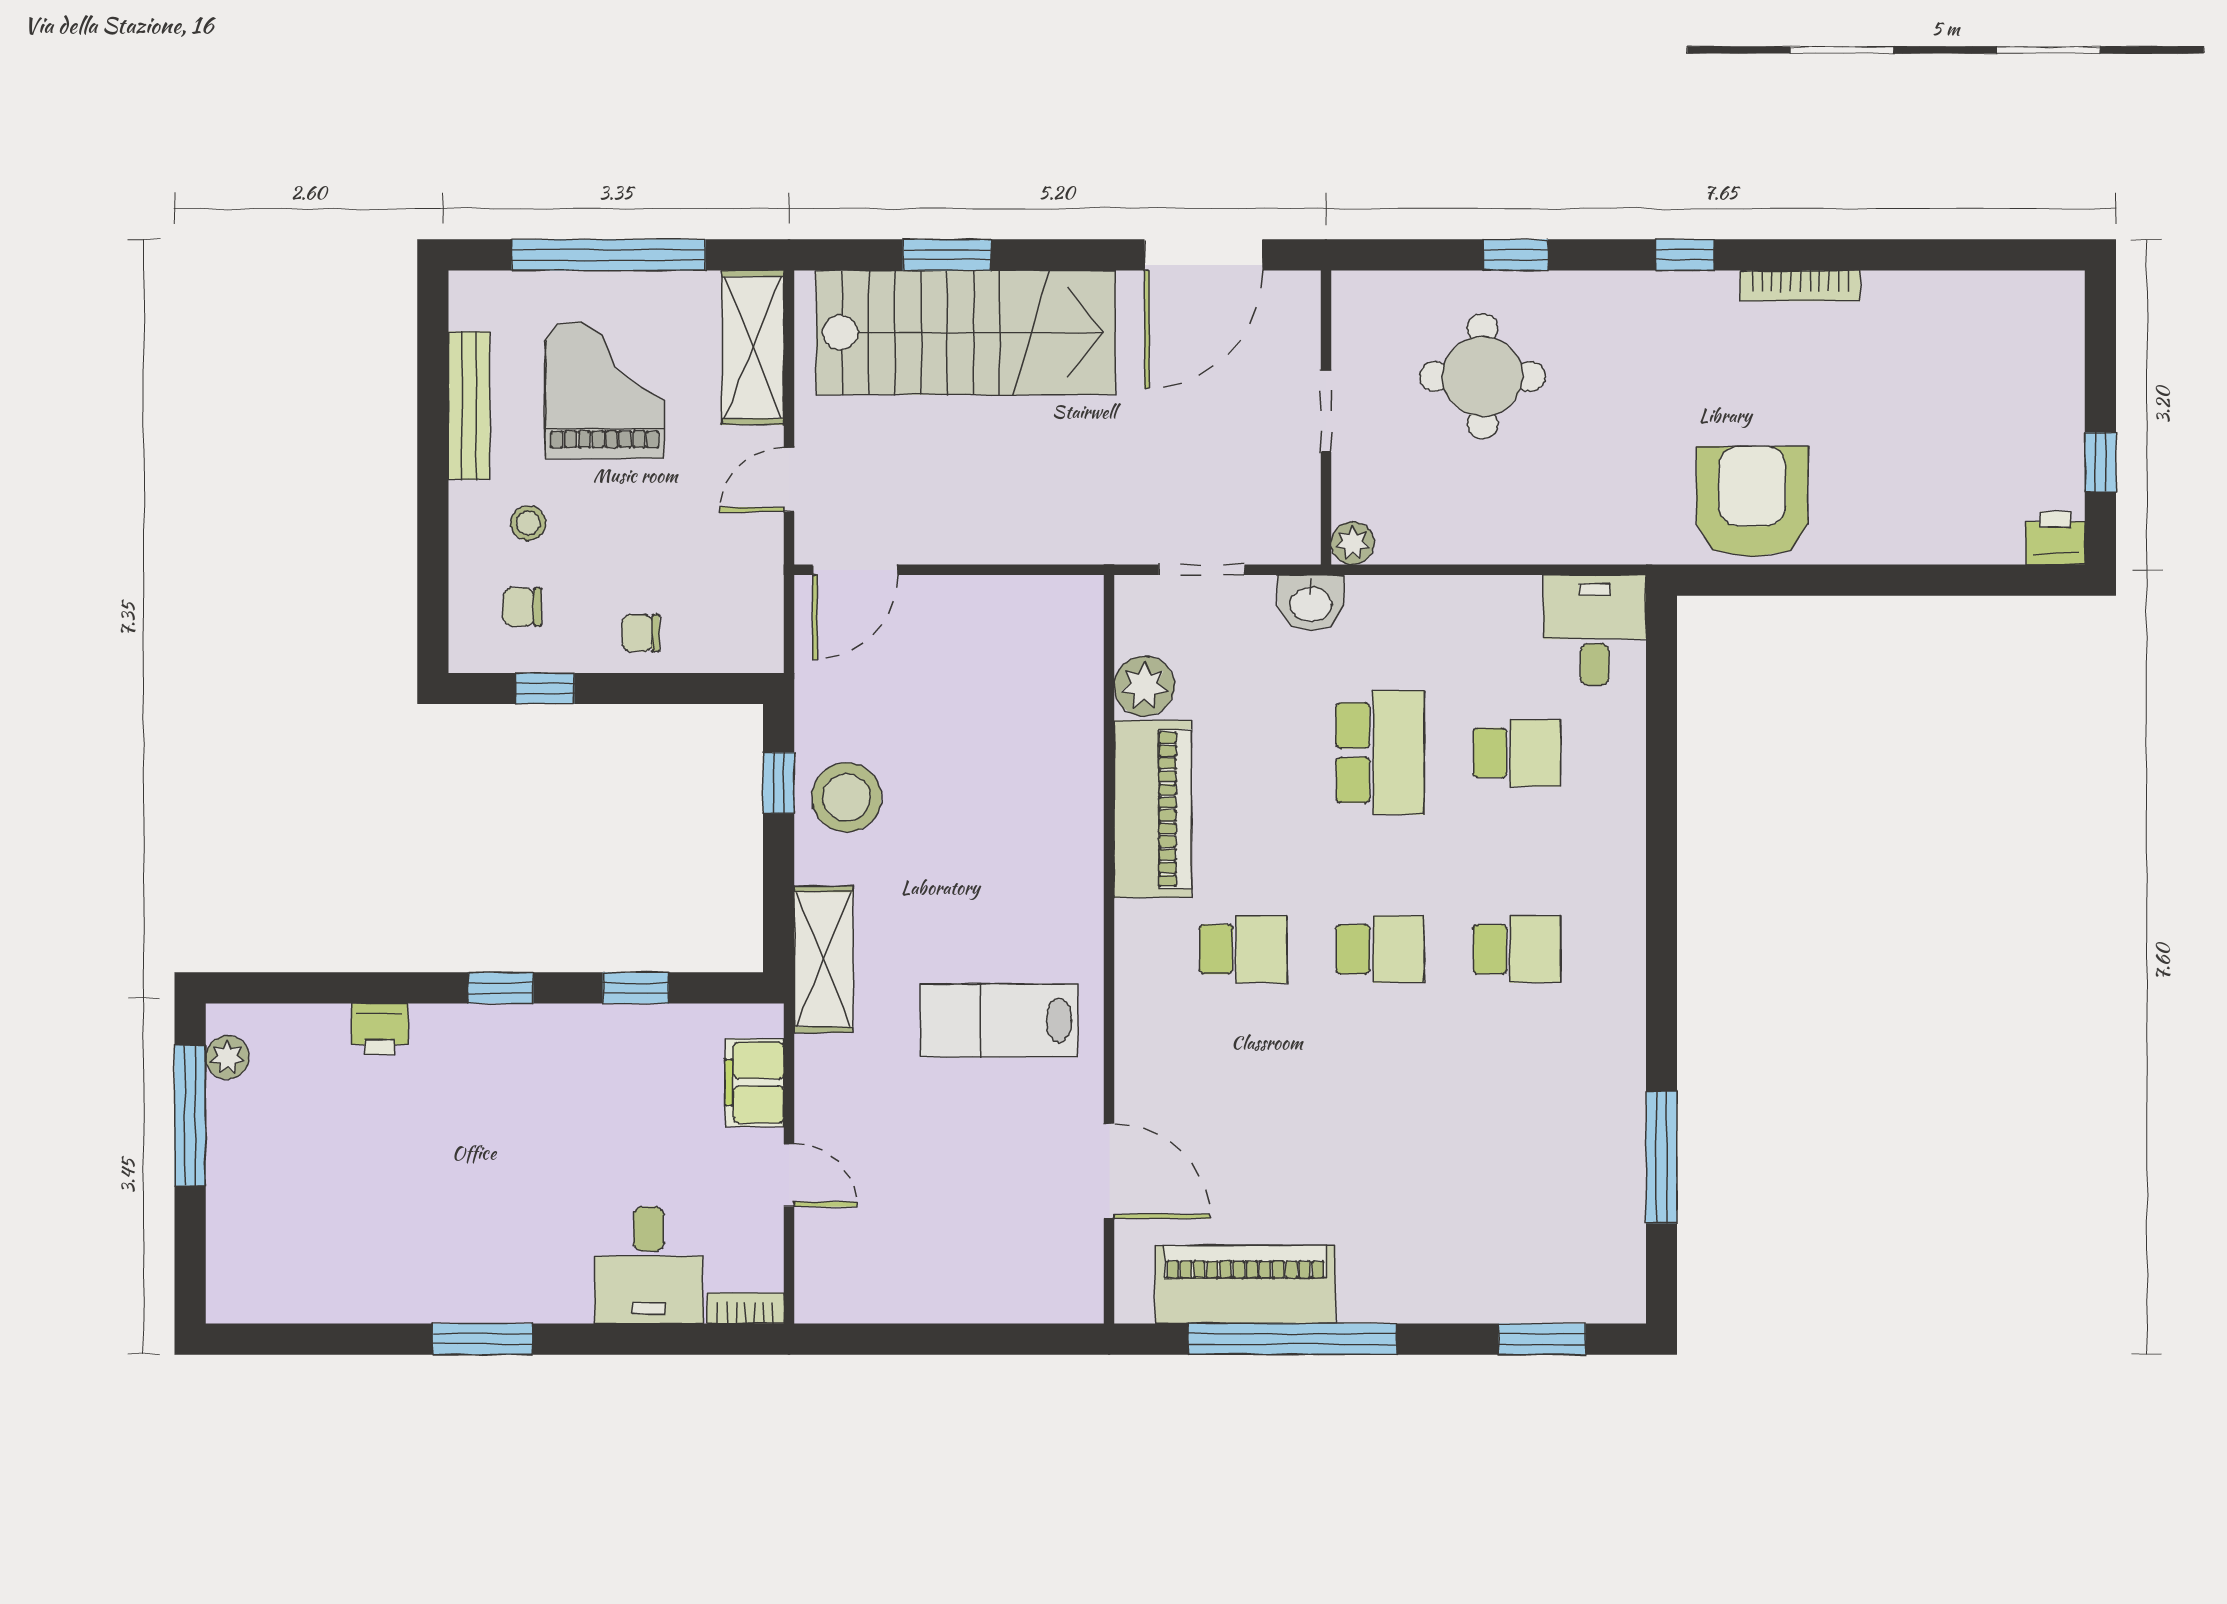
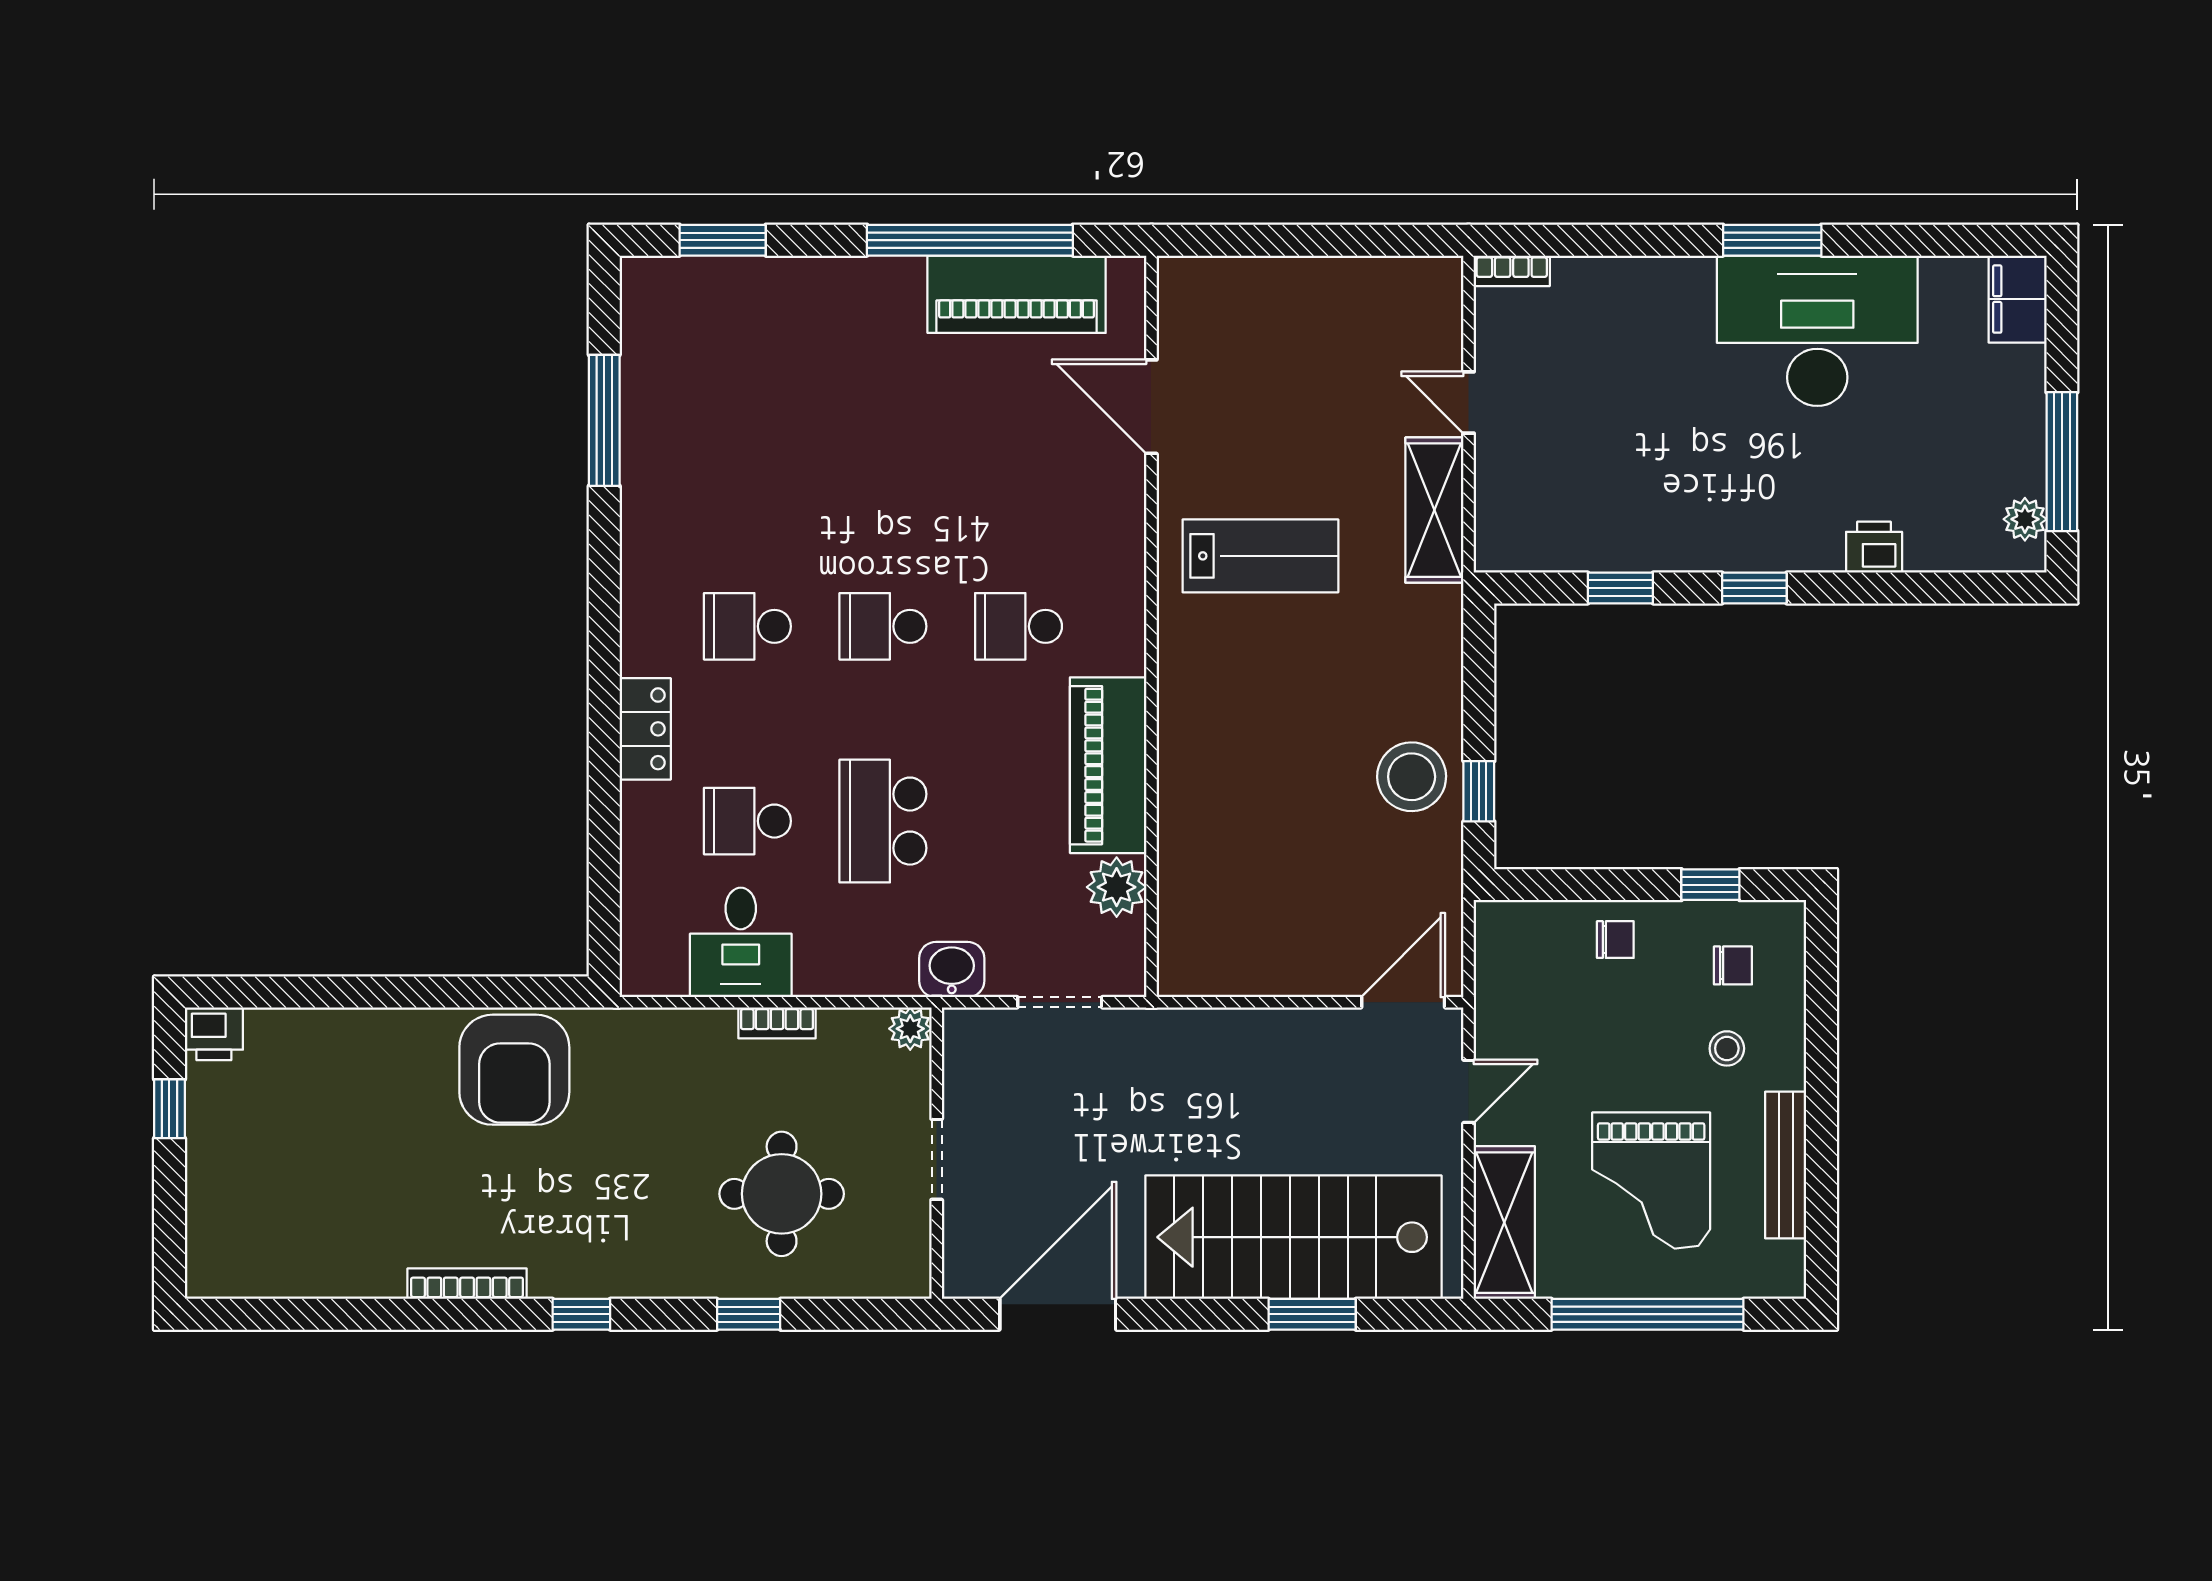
bookcase: (1487, 549) -> (777, 1023), added
desk: (1595, 630) -> (741, 942), moved
locker: (1620, 846) -> (645, 729), added
shelving: (823, 959) -> (1434, 510), moved
filing cabinet: (755, 1082) -> (2018, 299), moved, turned 180
desk: (649, 1265) -> (1817, 331), moved, width x1.87, depth x1.30

